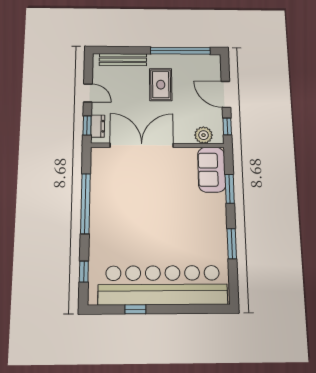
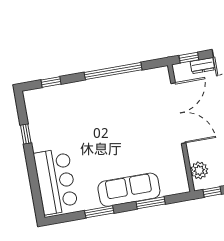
dresser: (98, 126) -> (202, 66), moved
sofa: (212, 170) -> (129, 190), moved, width x1.36
bar counter: (163, 285) -> (56, 181), width x0.54

